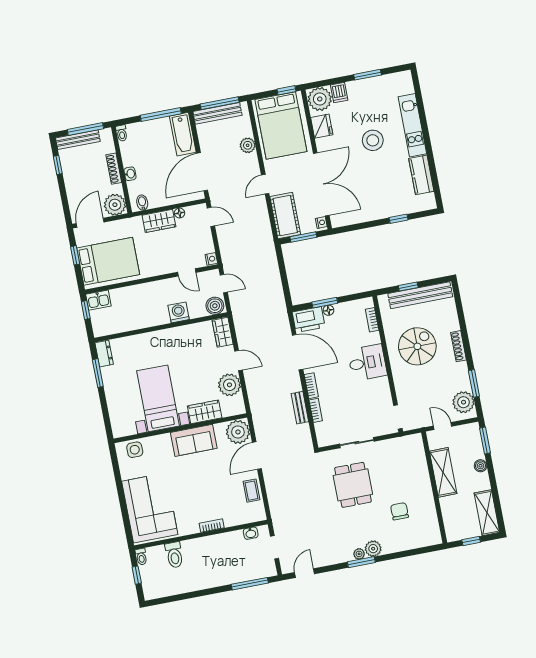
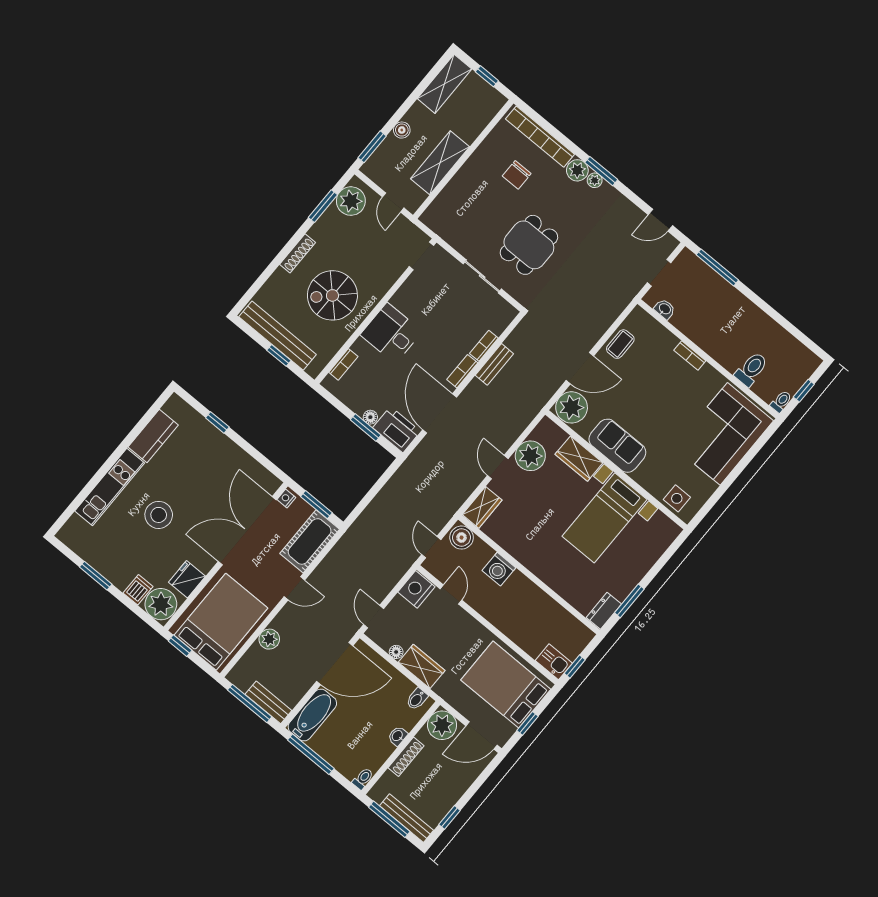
bench: (217, 113) -> (268, 702), width x0.73
nightstand: (211, 259) -> (416, 589), width x1.89, depth x1.79
bookcase: (411, 543) -> (540, 137), added

